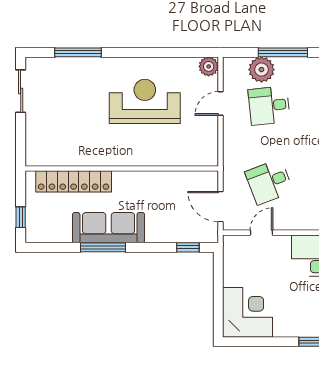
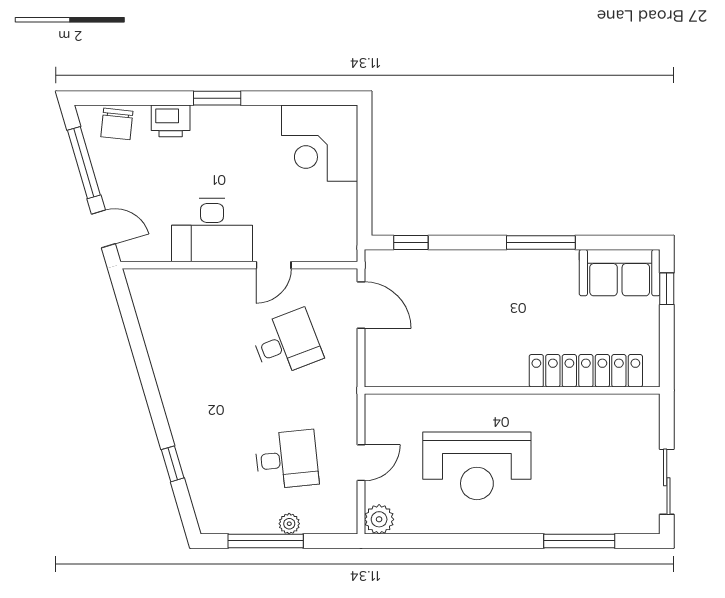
plant: (261, 70) -> (289, 524), width x0.53, depth x0.53
wall: (122, 169) -> (512, 390), moved
locker: (74, 181) -> (586, 371), moved
sofa: (109, 228) -> (620, 273), moved, width x0.73
door: (261, 233) -> (274, 265), moved

